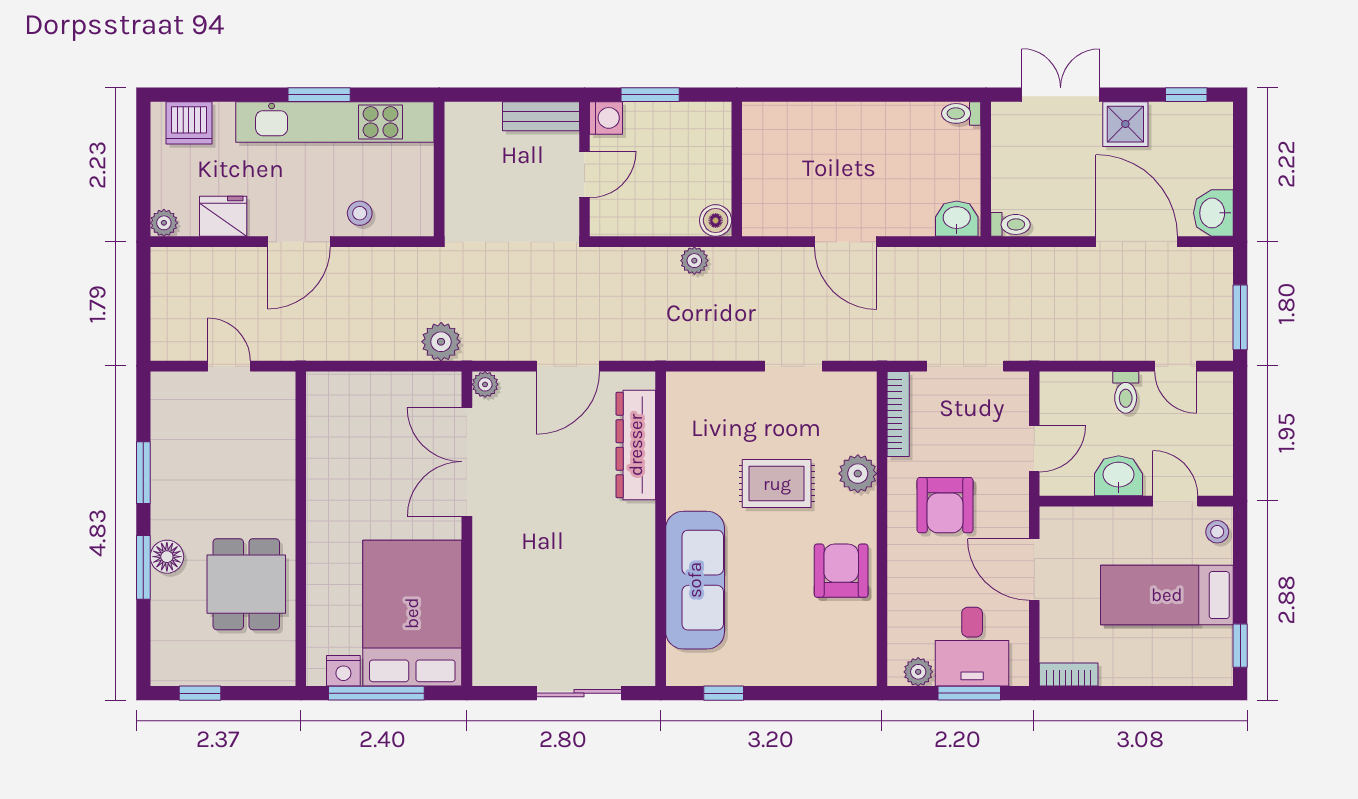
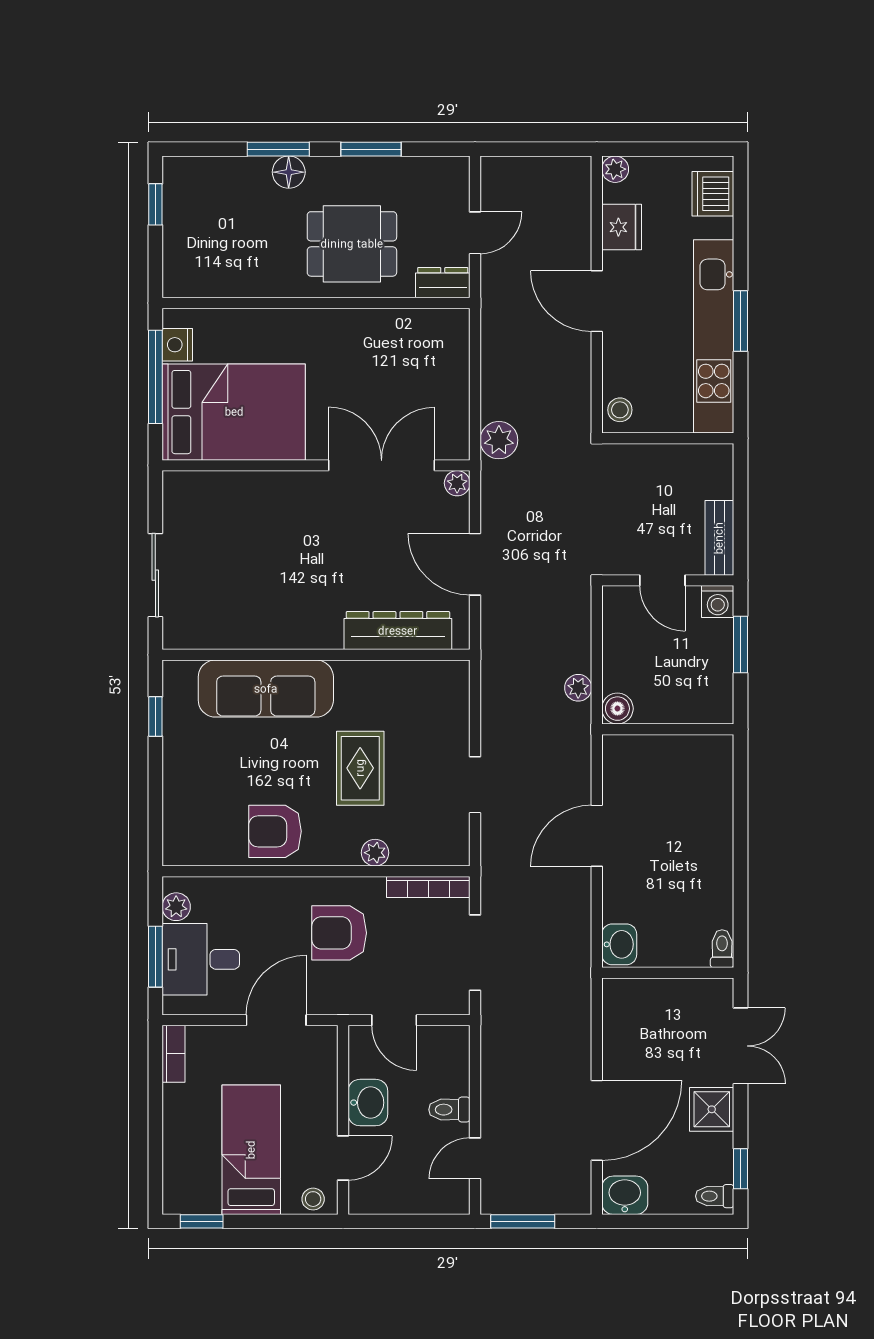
stool: (360, 213) -> (620, 410), moved
toilet: (1011, 224) -> (715, 1196), moved, turned 90
dresser: (280, 399) -> (443, 283), added
plant: (858, 474) -> (375, 853), width x0.73, depth x0.73
armchair: (841, 571) -> (275, 831), turned 180
dining table: (246, 584) -> (352, 244), moved

